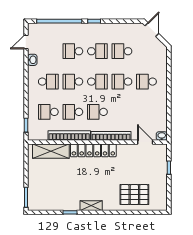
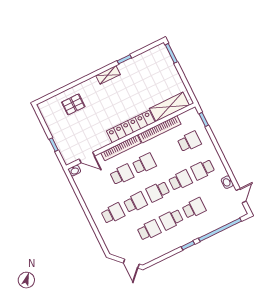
school desk: (73, 112) -> (122, 175), moved
pallet: (134, 195) -> (73, 104), width x0.67, depth x0.71

